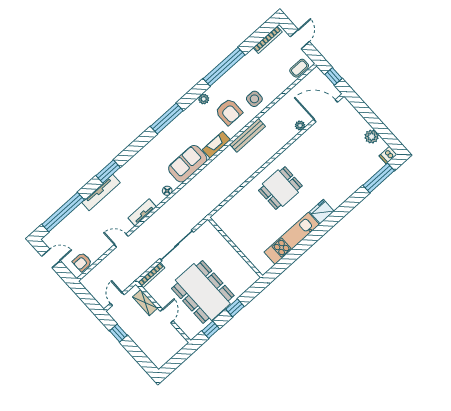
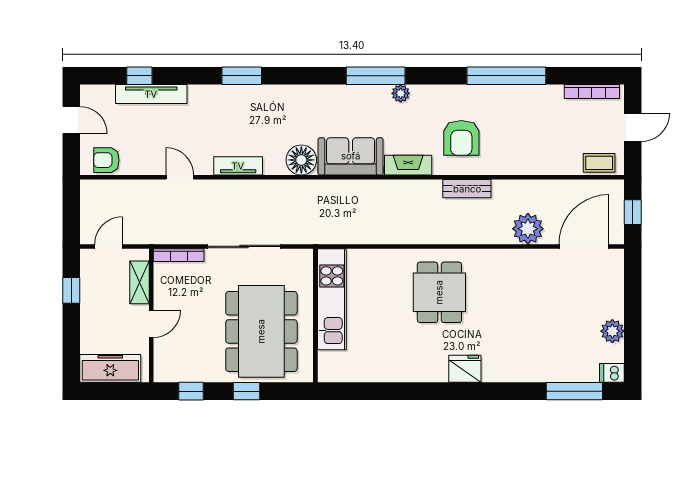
plant: (204, 99) -> (401, 93), moved
side table: (254, 99) -> (508, 151), removed
door: (326, 111) -> (584, 246), hinge flipped
plant: (300, 126) -> (528, 229), width x1.88, depth x1.88
bench: (248, 135) -> (467, 189), width x0.73
dining table: (280, 188) -> (439, 292), turned 90
floor lamp: (167, 191) -> (301, 160), width x1.89, depth x1.89
tv unit: (101, 192) -> (151, 94), moved
window: (63, 212) -> (139, 76), width x0.32
kitchen unit: (292, 238) -> (332, 299), moved, turned 90
dining table: (203, 292) -> (261, 331), moved
freezer: (166, 352) -> (110, 368), added

